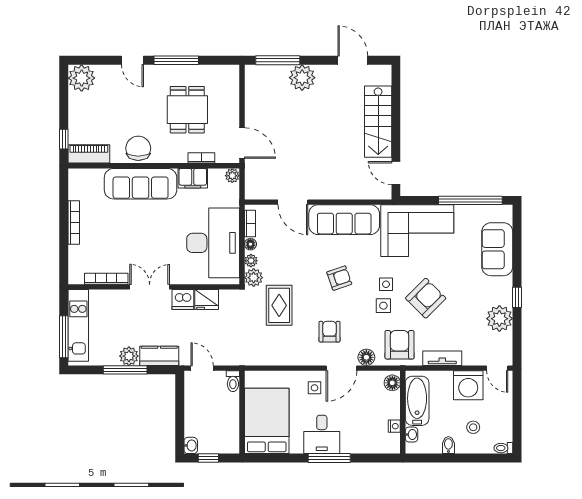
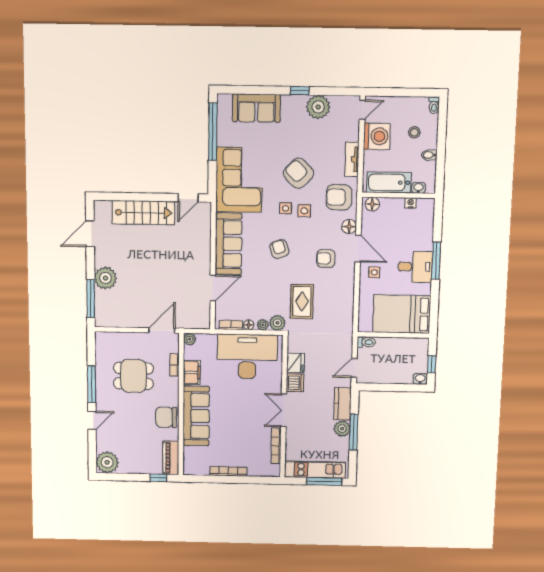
rug: (279, 305) -> (302, 301), turned 90

